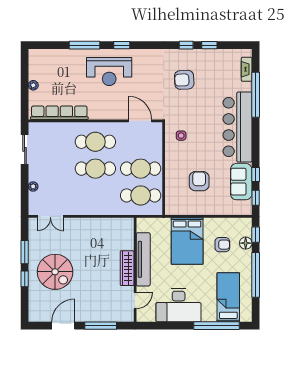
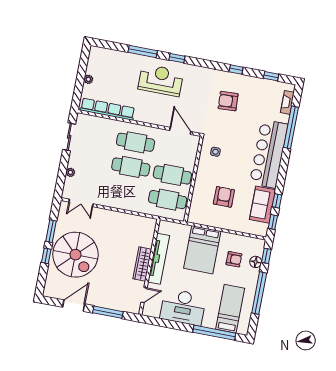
window: (209, 45) -> (271, 76), moved
reception desk: (109, 72) -> (161, 80), turned 180
spiral stairs: (55, 272) -> (75, 255), width x1.37, depth x1.37

